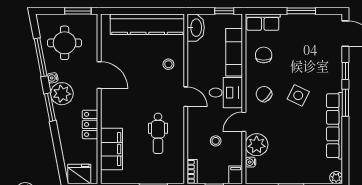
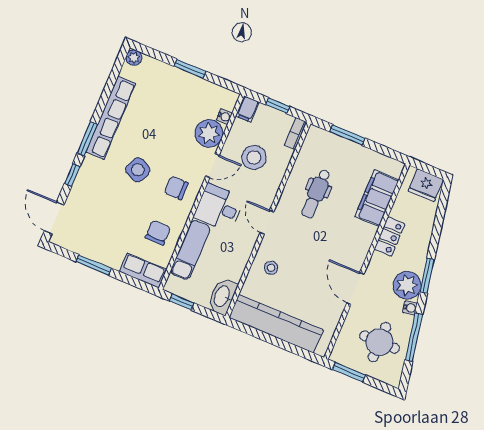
chair: (264, 55) -> (158, 233), turned 180
chair: (264, 94) -> (176, 188), turned 137
dental chair: (158, 133) -> (316, 194), turned 180
stool: (216, 141) -> (254, 157), width x1.89, depth x1.89

